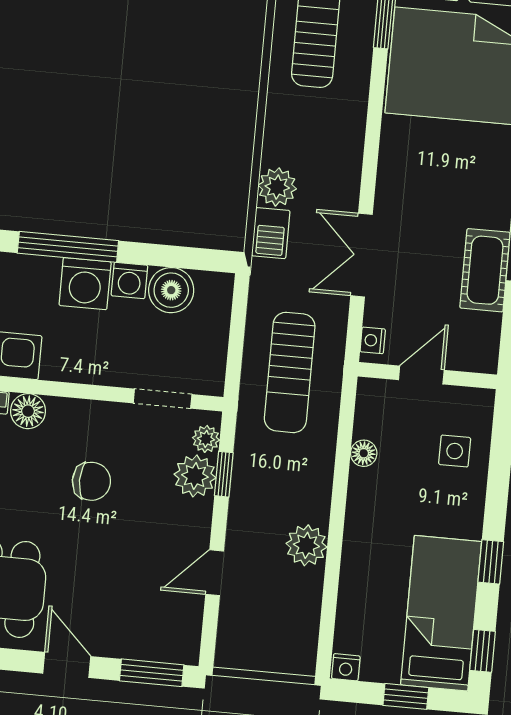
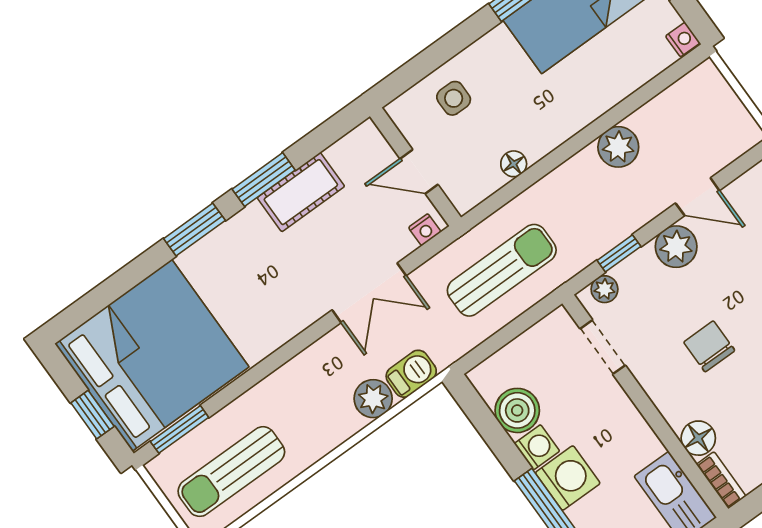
plant: (195, 476) -> (676, 247), moved

